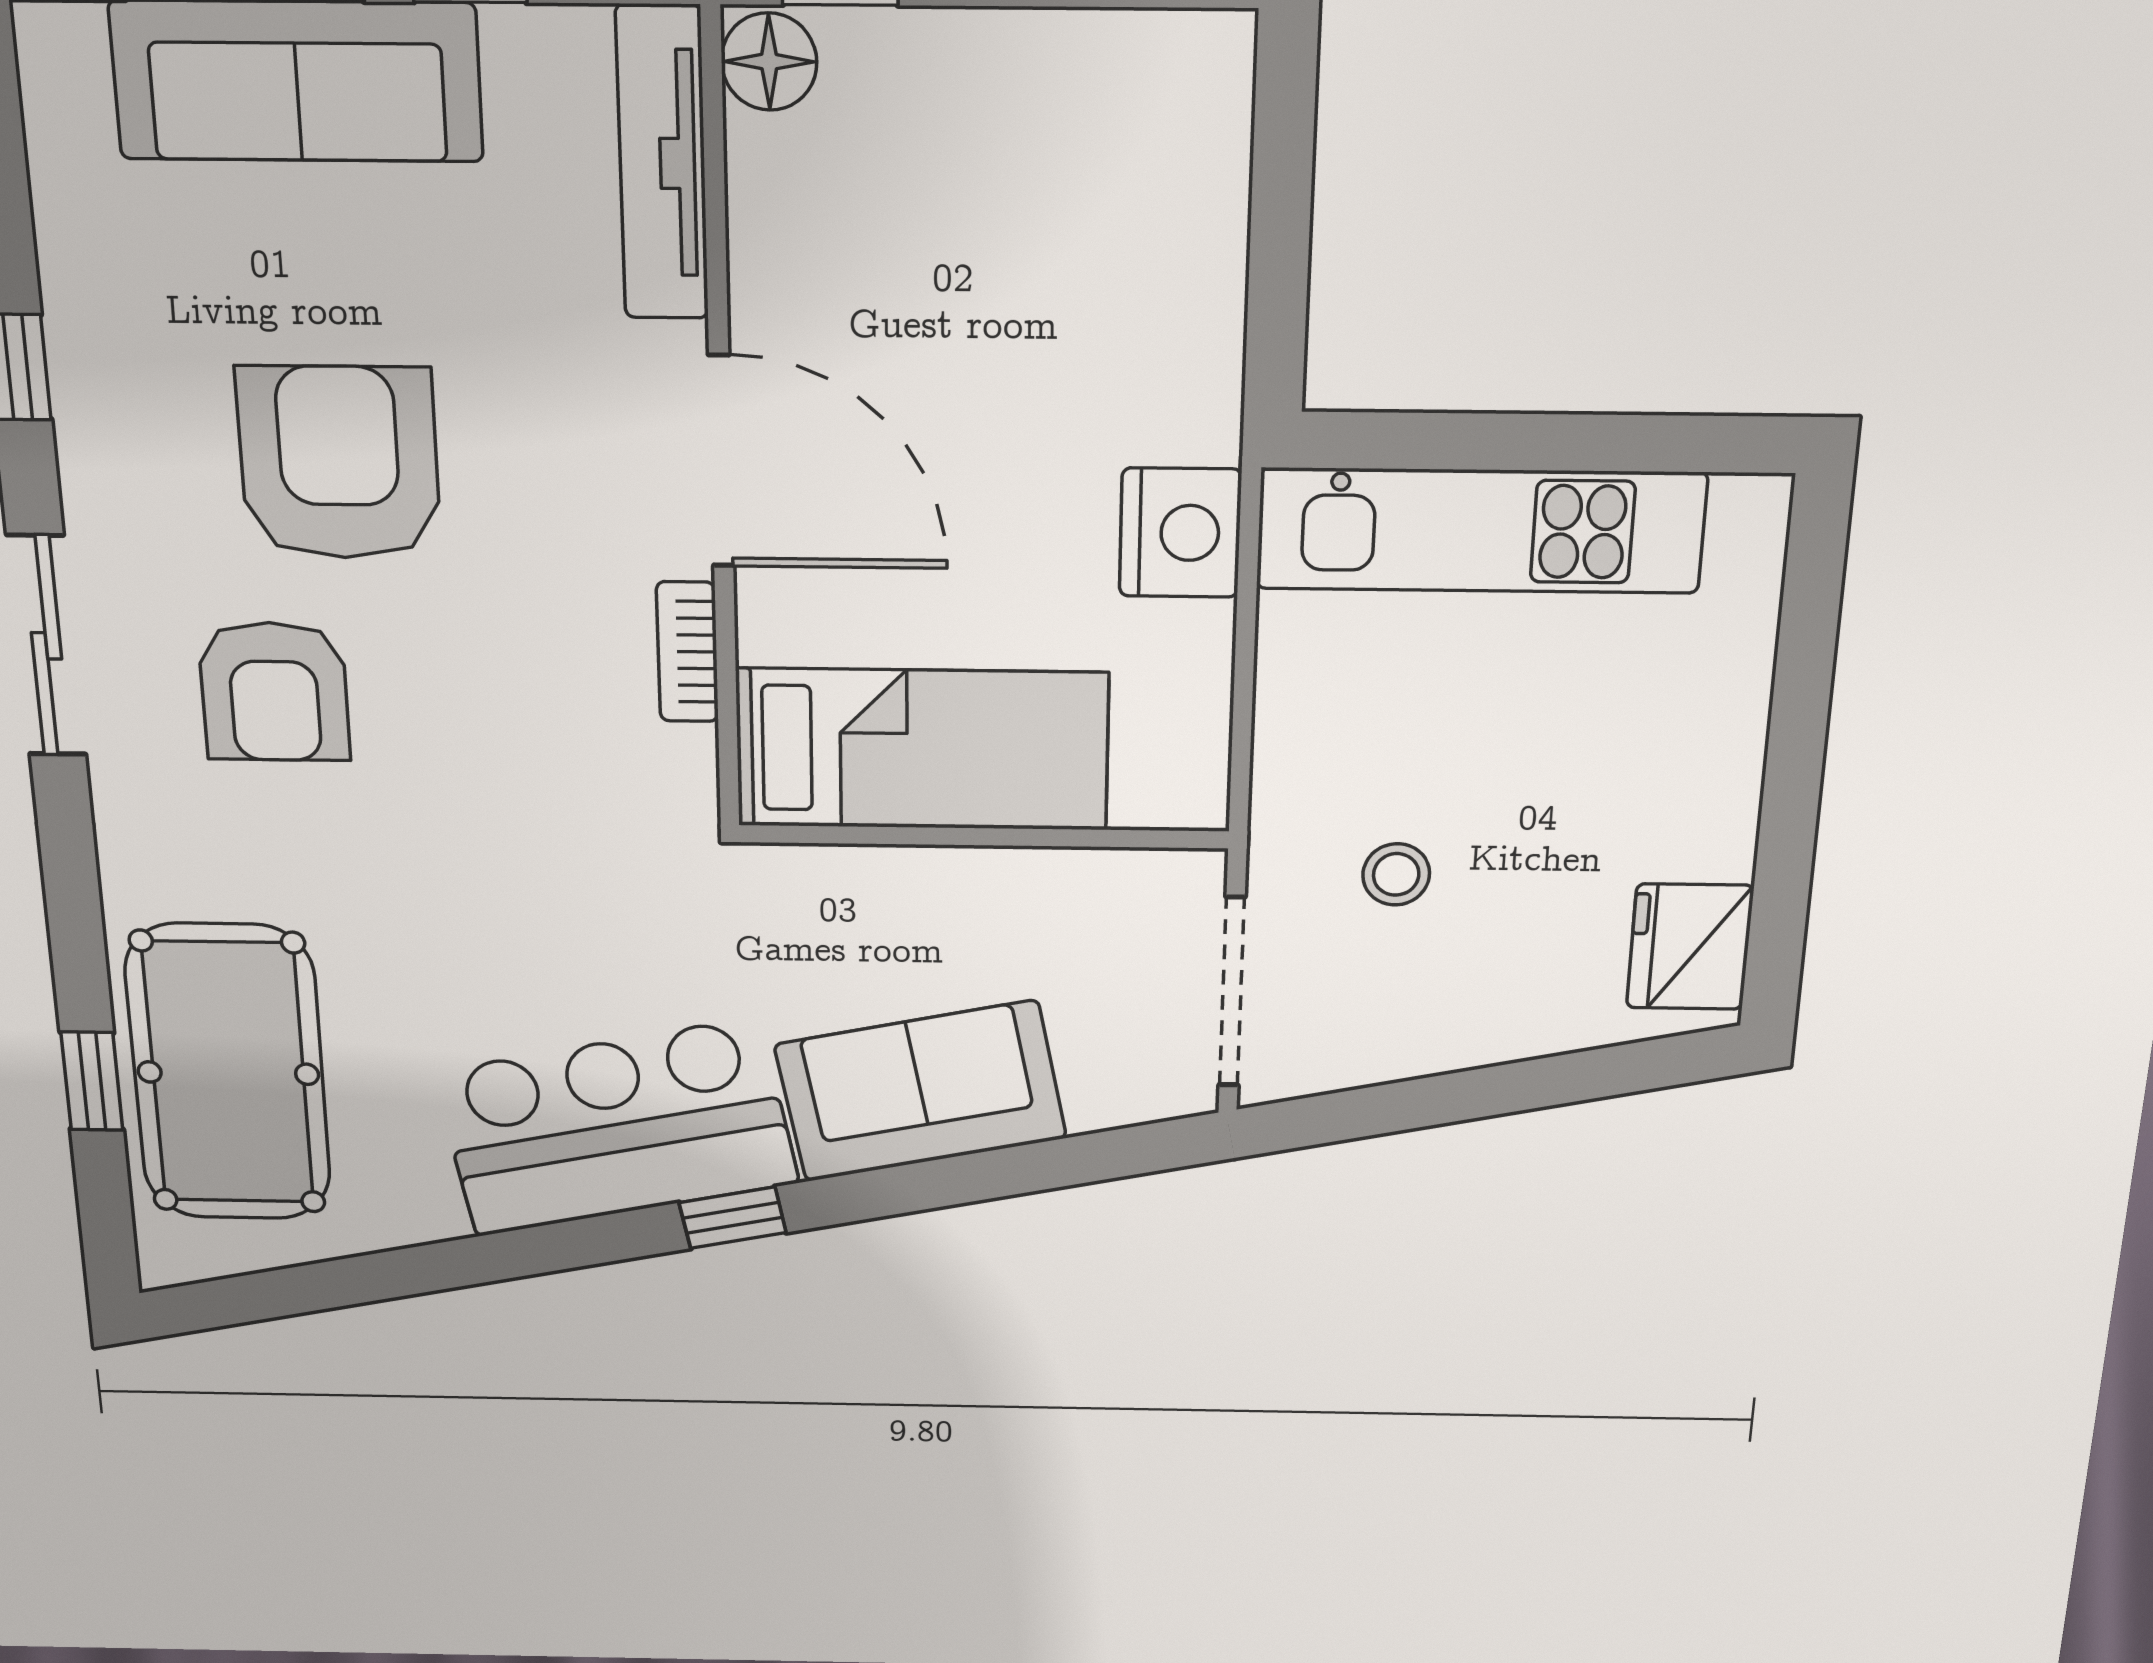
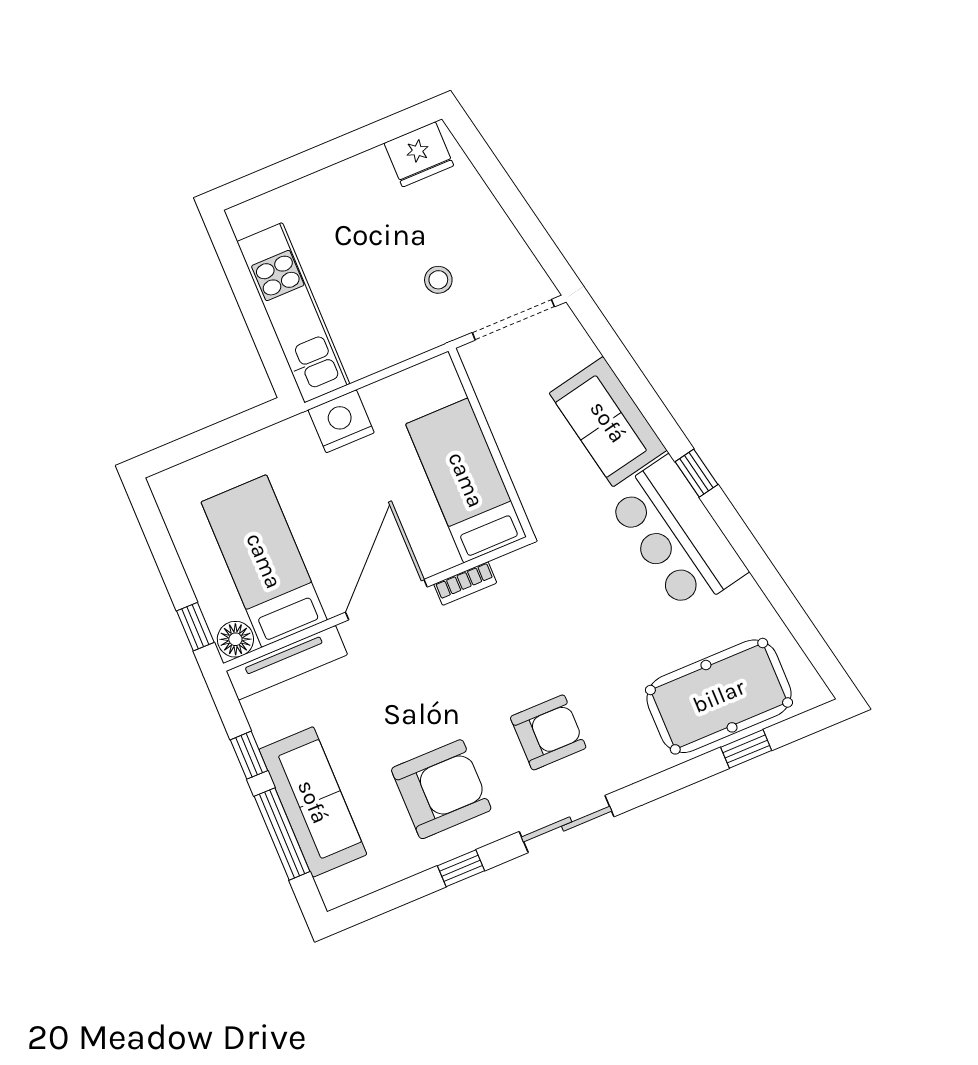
bed: (931, 214) -> (264, 561), added
armchair: (339, 463) -> (441, 789), moved, turned 180

